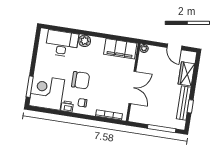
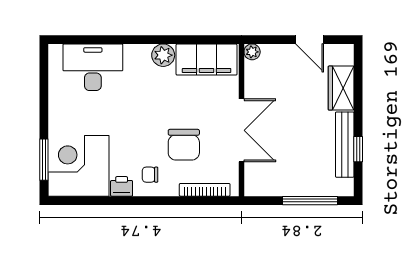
plant: (85, 41) -> (163, 55), moved
chair: (81, 80) -> (184, 145), moved, turned 90

